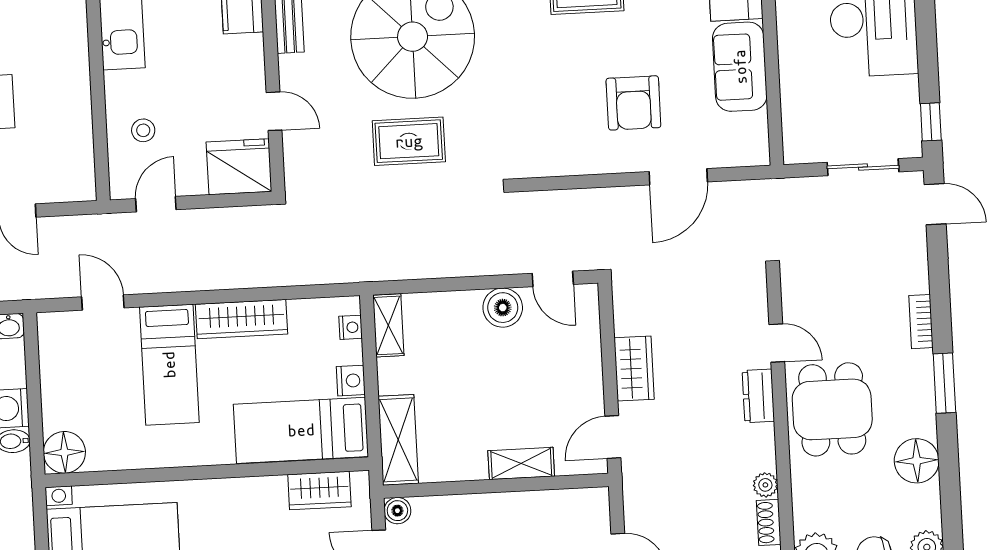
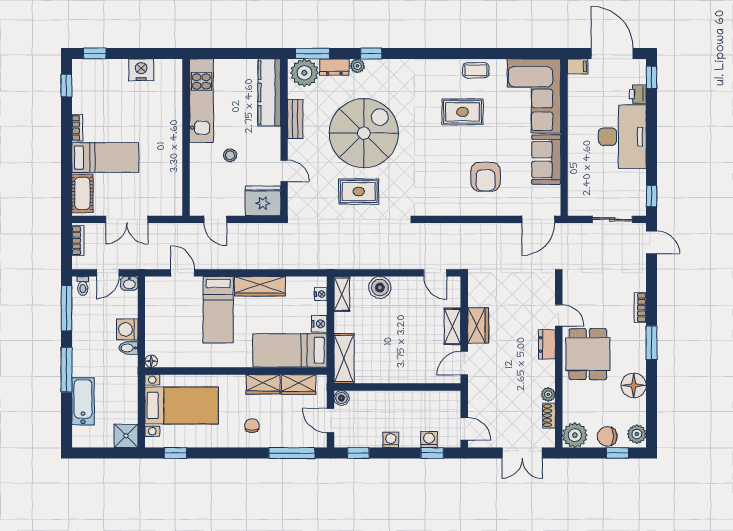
stool: (143, 130) -> (230, 155), moved
door: (678, 177) -> (538, 219), moved
door: (156, 204) -> (215, 219), swing flipped
boiler: (503, 308) -> (380, 287), moved
floor lamp: (64, 452) -> (151, 361), width x0.53, depth x0.53
shelving: (521, 463) -> (452, 326), moved, turned 90
wardrobe: (256, 493) -> (263, 384), added

